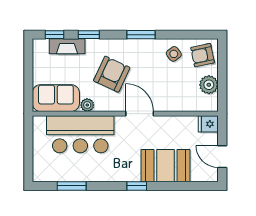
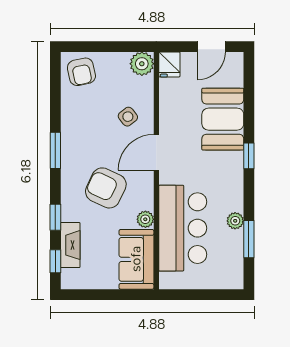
side table: (174, 54) -> (128, 117), moved
plant: (209, 85) -> (142, 64), moved
plant: (86, 175) -> (235, 221), added

